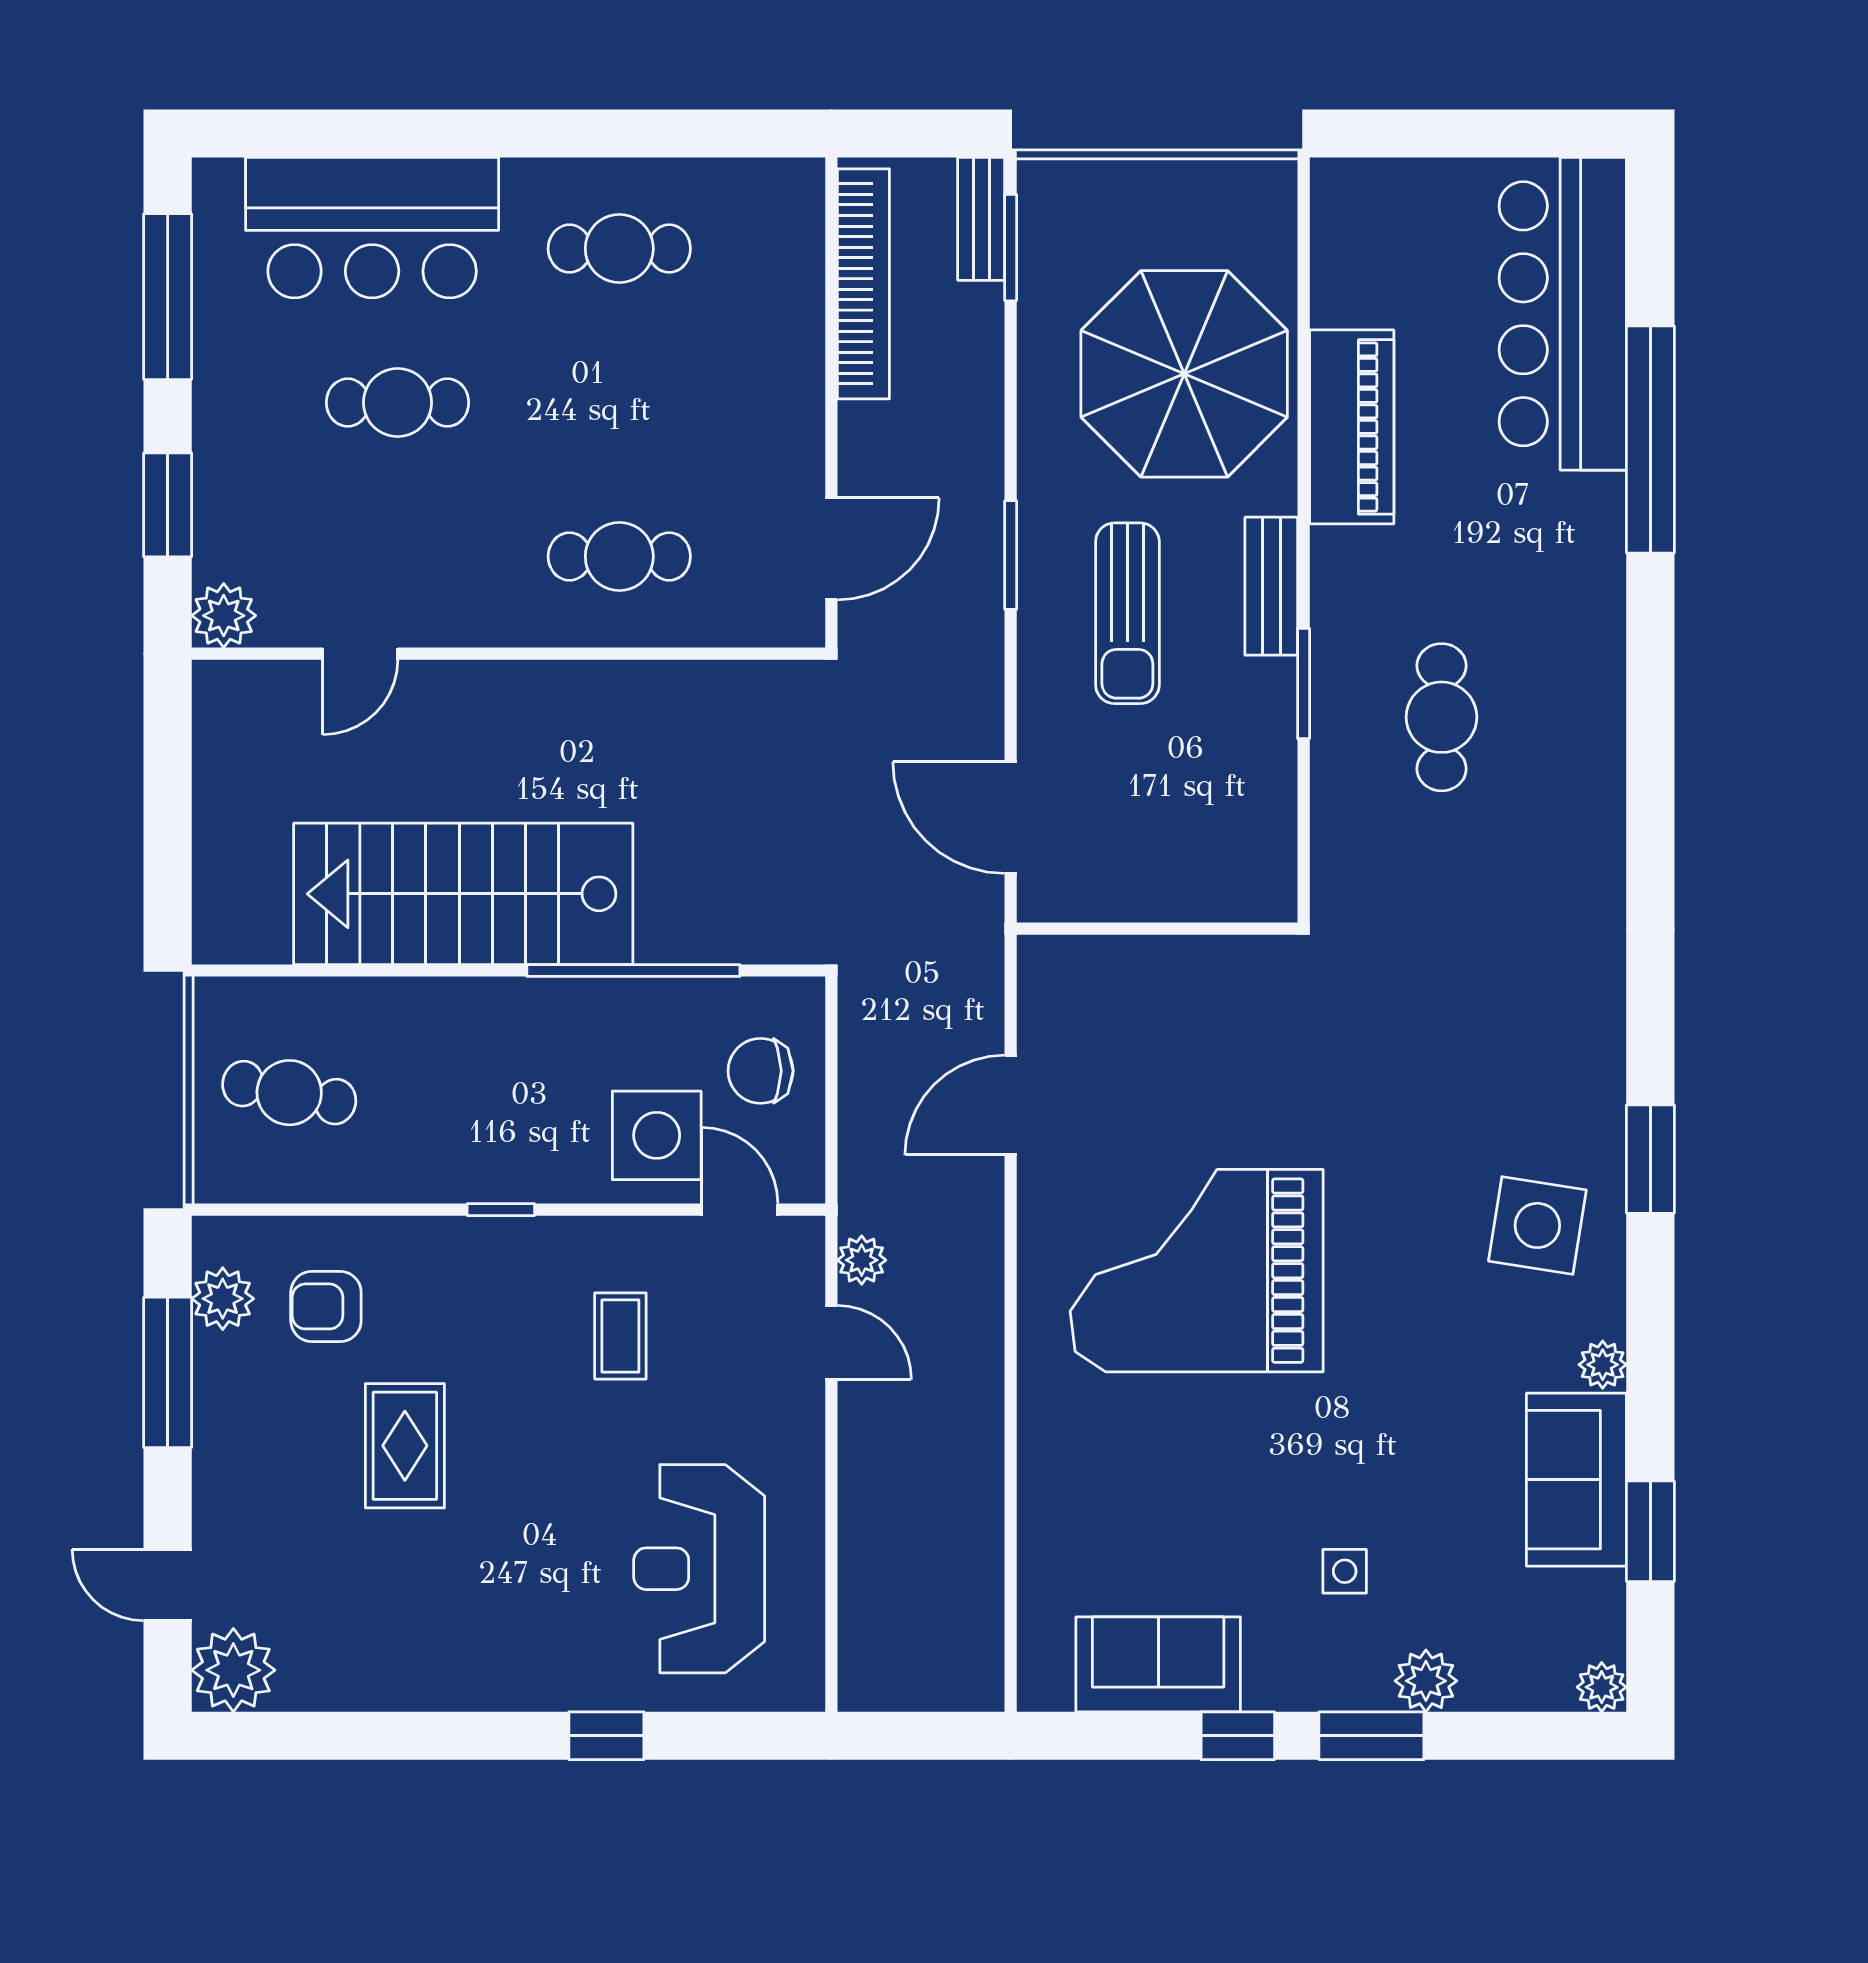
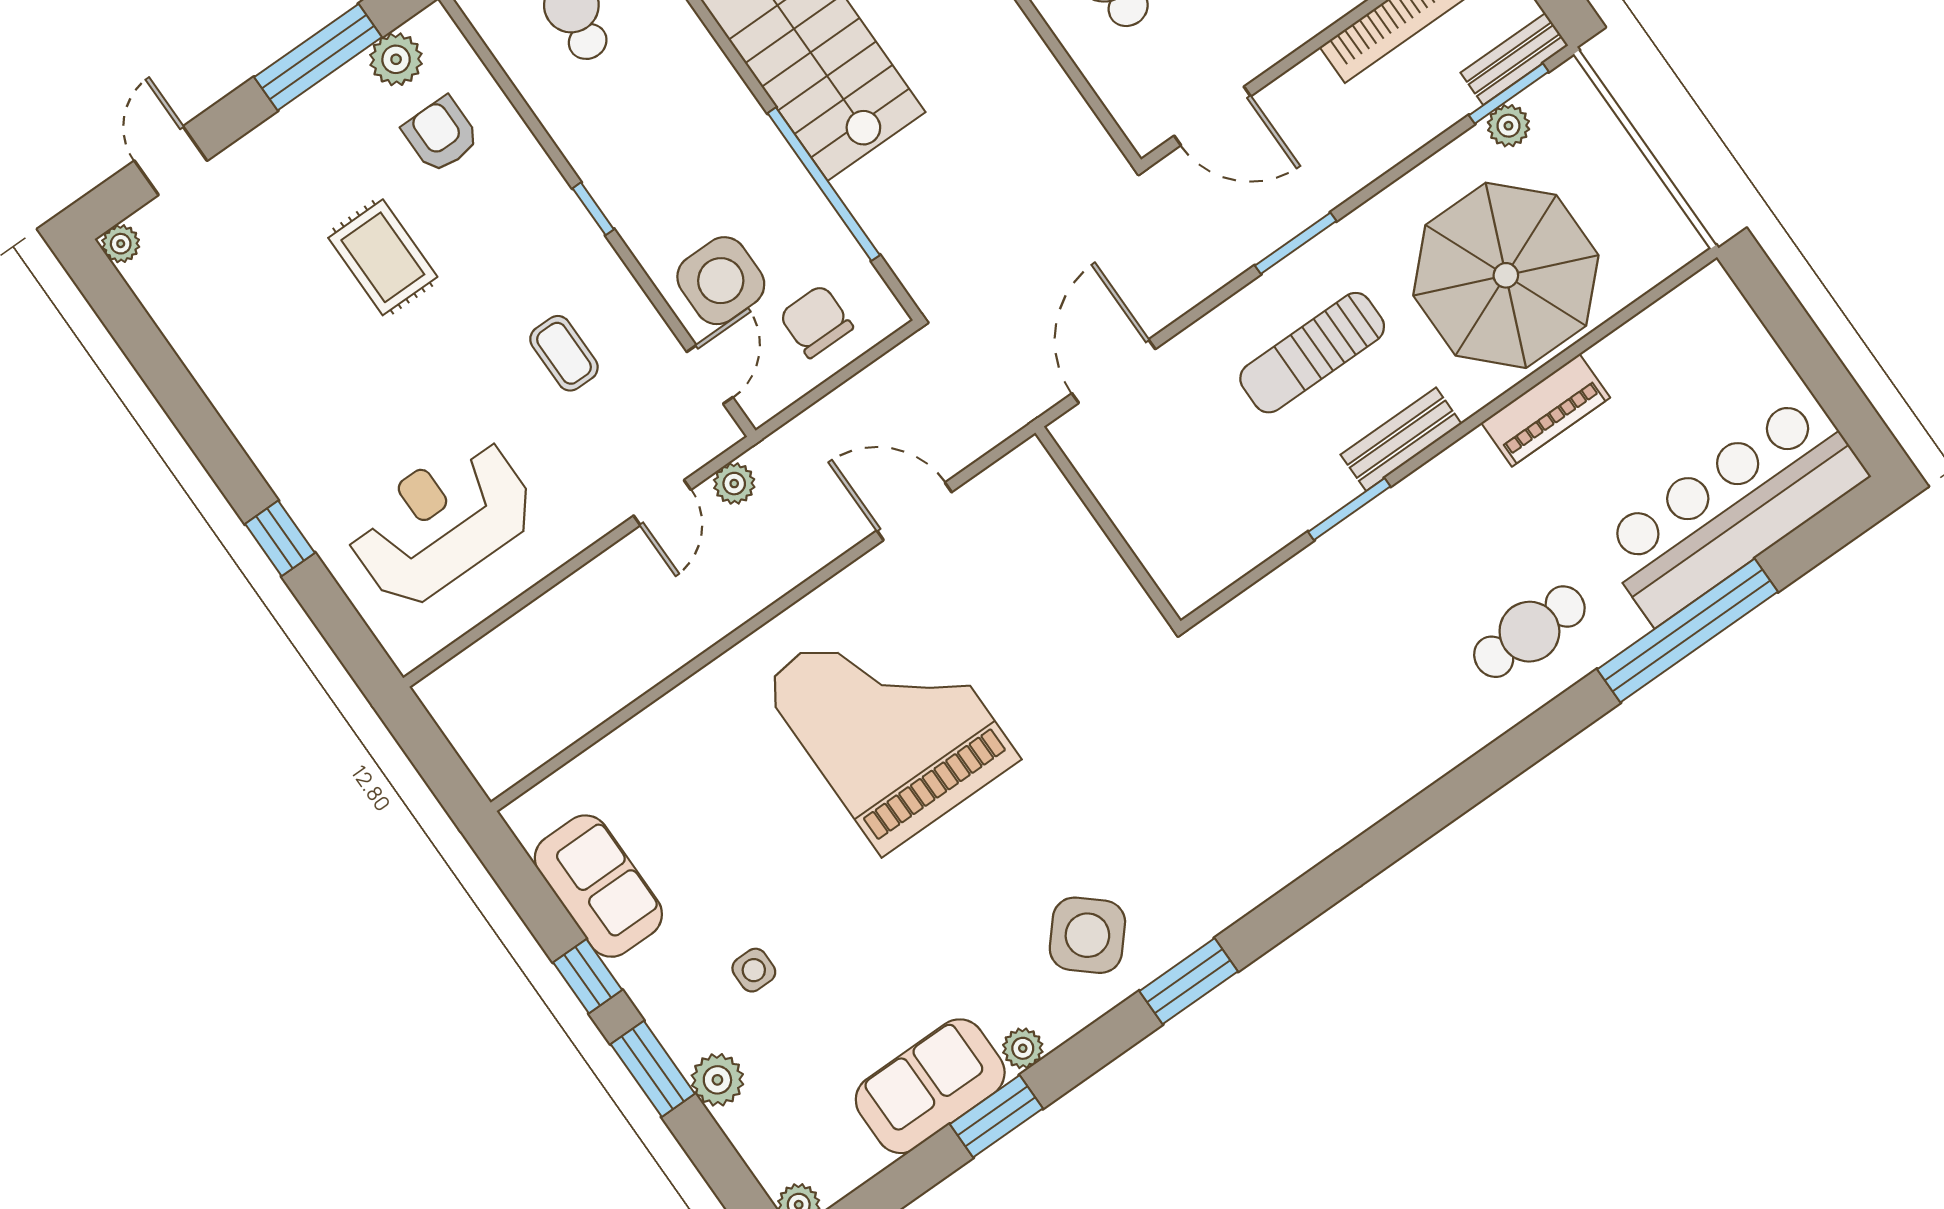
plant: (1042, 270) -> (1508, 126), added
piano: (1352, 427) -> (1546, 410), width x0.73, depth x0.75
cafe table: (1442, 717) -> (1529, 632), moved
side table: (1537, 1225) -> (1087, 935), turned 32
coffee table: (620, 1336) -> (564, 353), turned 90
rug: (405, 1446) -> (383, 257), turned 90
window: (1650, 1531) -> (996, 1116), moved
plant: (233, 1670) -> (121, 244), width x0.53, depth x0.53

